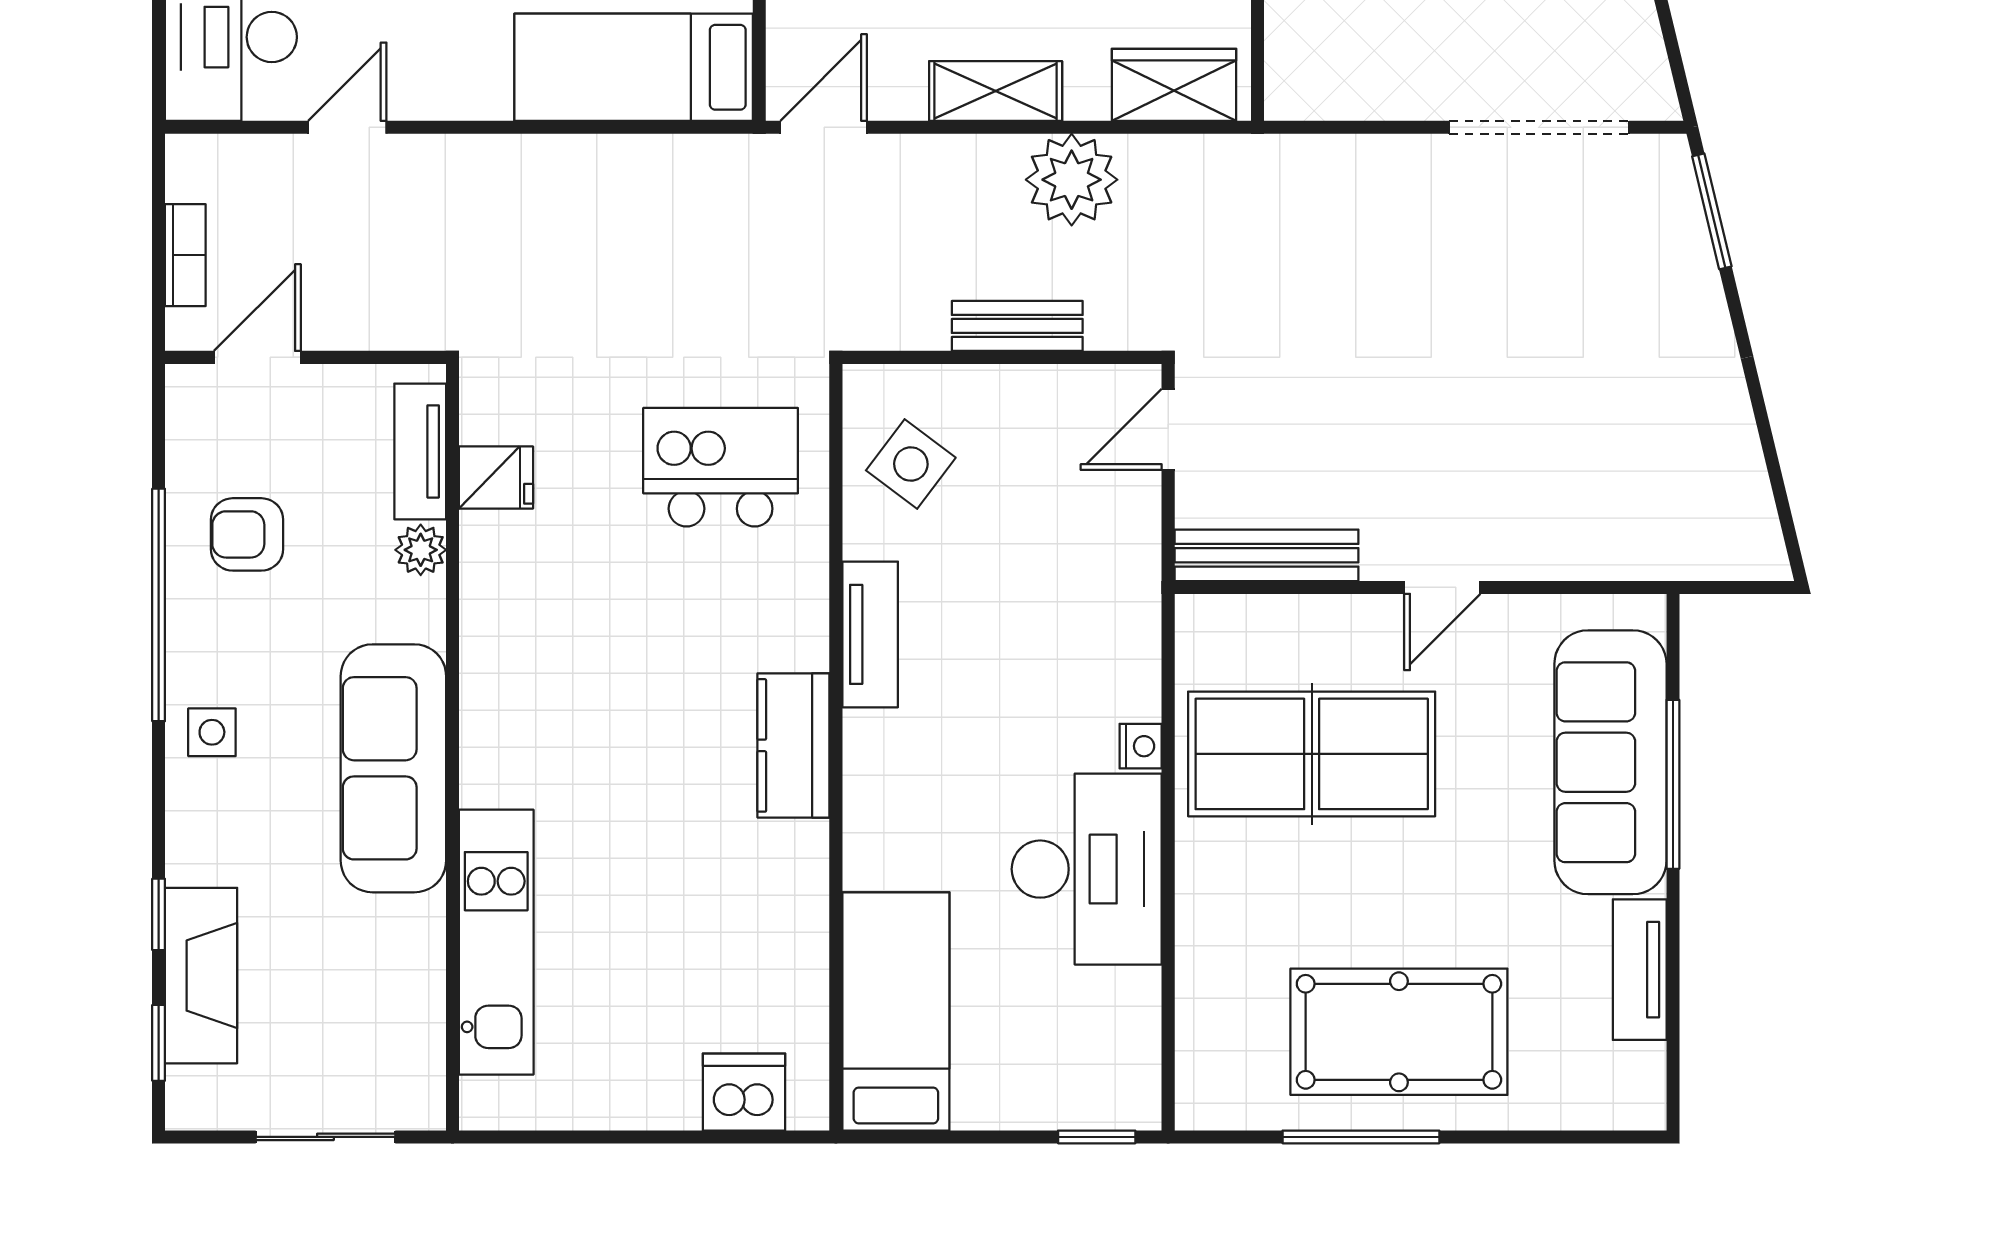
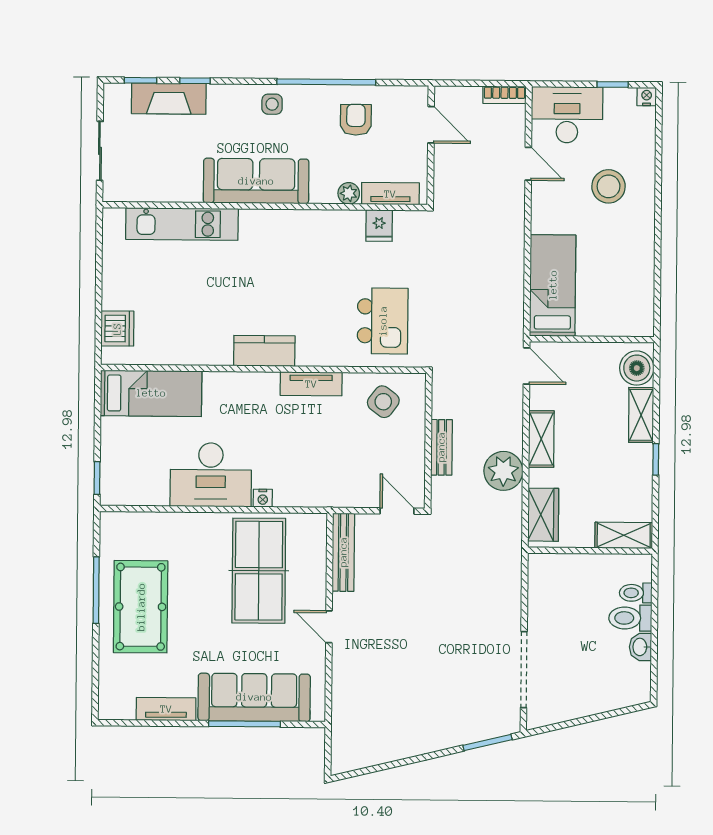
bookcase: (185, 255) -> (505, 95), moved

